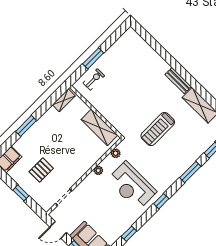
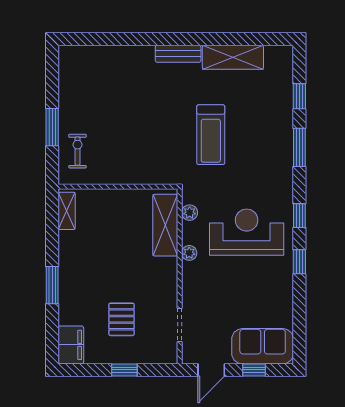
shelving: (99, 127) -> (165, 225), moved, turned 90
reception desk: (132, 186) -> (247, 232), turned 180
window: (129, 234) -> (299, 262), moved

